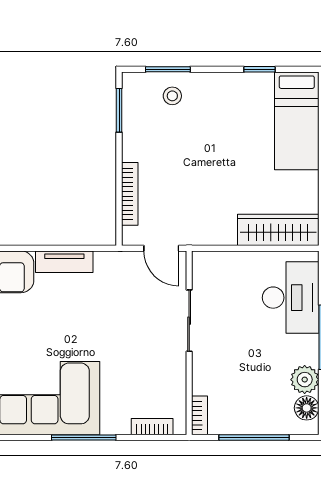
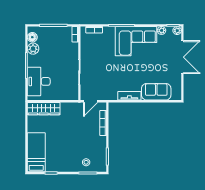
door: (161, 248) -> (91, 101), swing flipped

